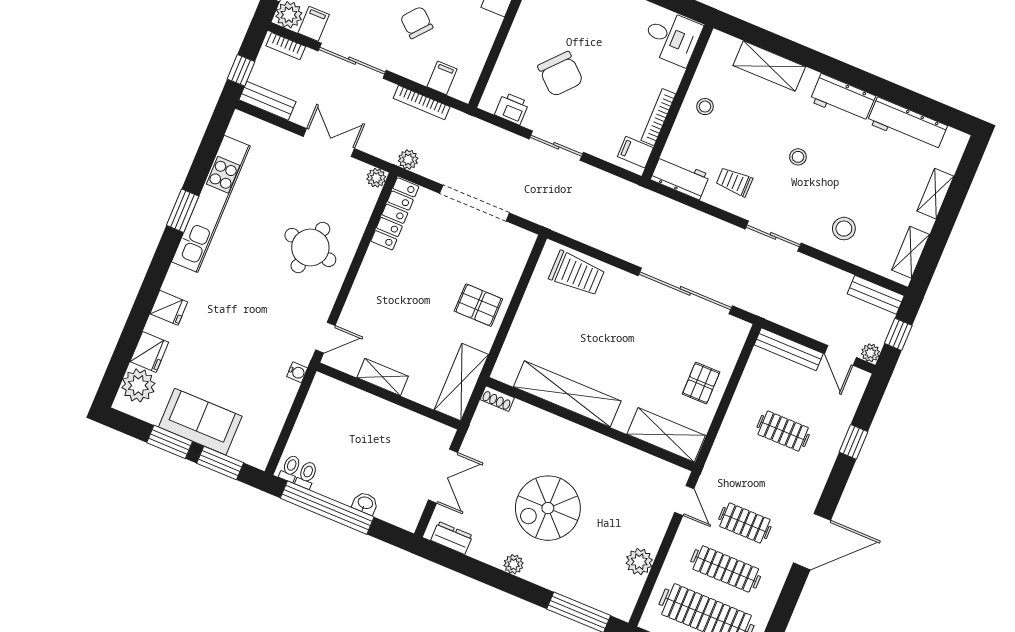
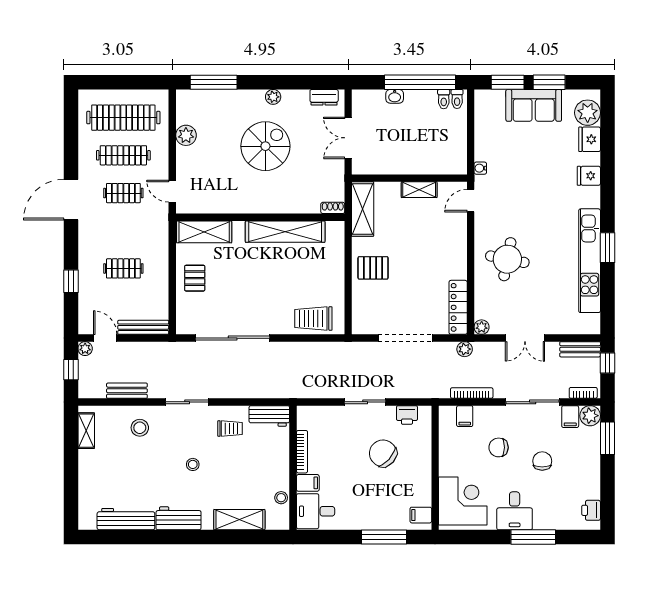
chair: (417, 23) -> (499, 447), turned 141
stool: (705, 107) -> (281, 498), moved
filing cabinet: (635, 152) -> (308, 483), moved
shelving: (935, 194) -> (86, 479), removed
bench: (876, 295) -> (127, 391), moved

